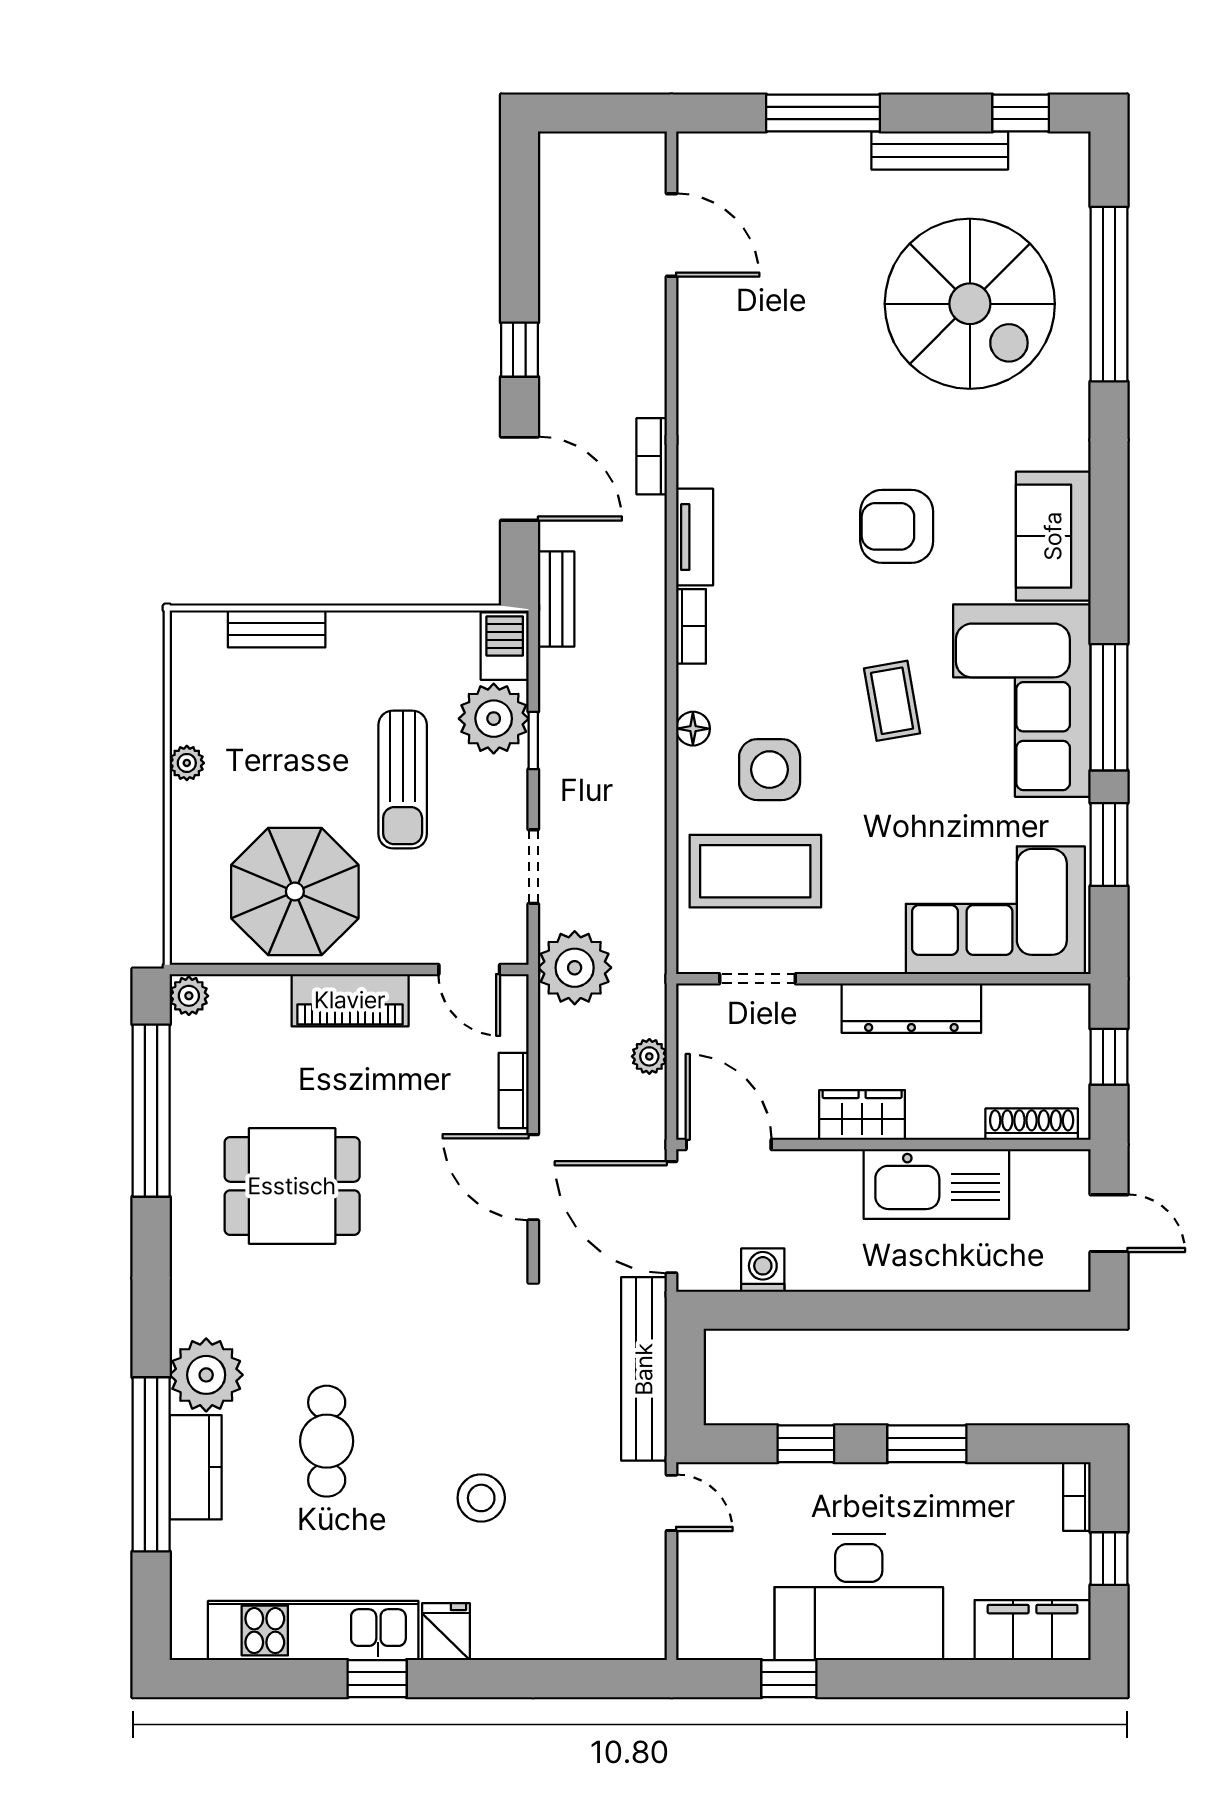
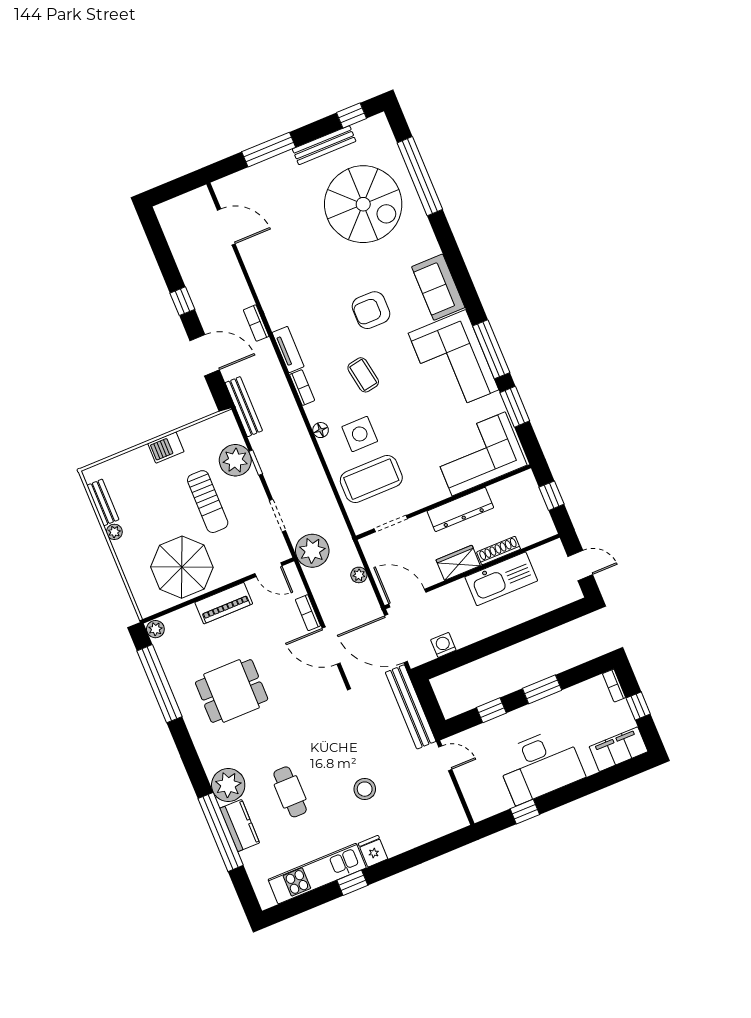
bench: (556, 599) -> (244, 407), width x1.36
bench: (277, 629) -> (103, 502), moved, turned 90
barbecue: (505, 646) -> (166, 448), moved, turned -90
coffee table: (892, 701) -> (363, 375), moved
shoe rack: (1032, 1124) -> (499, 551), moved

